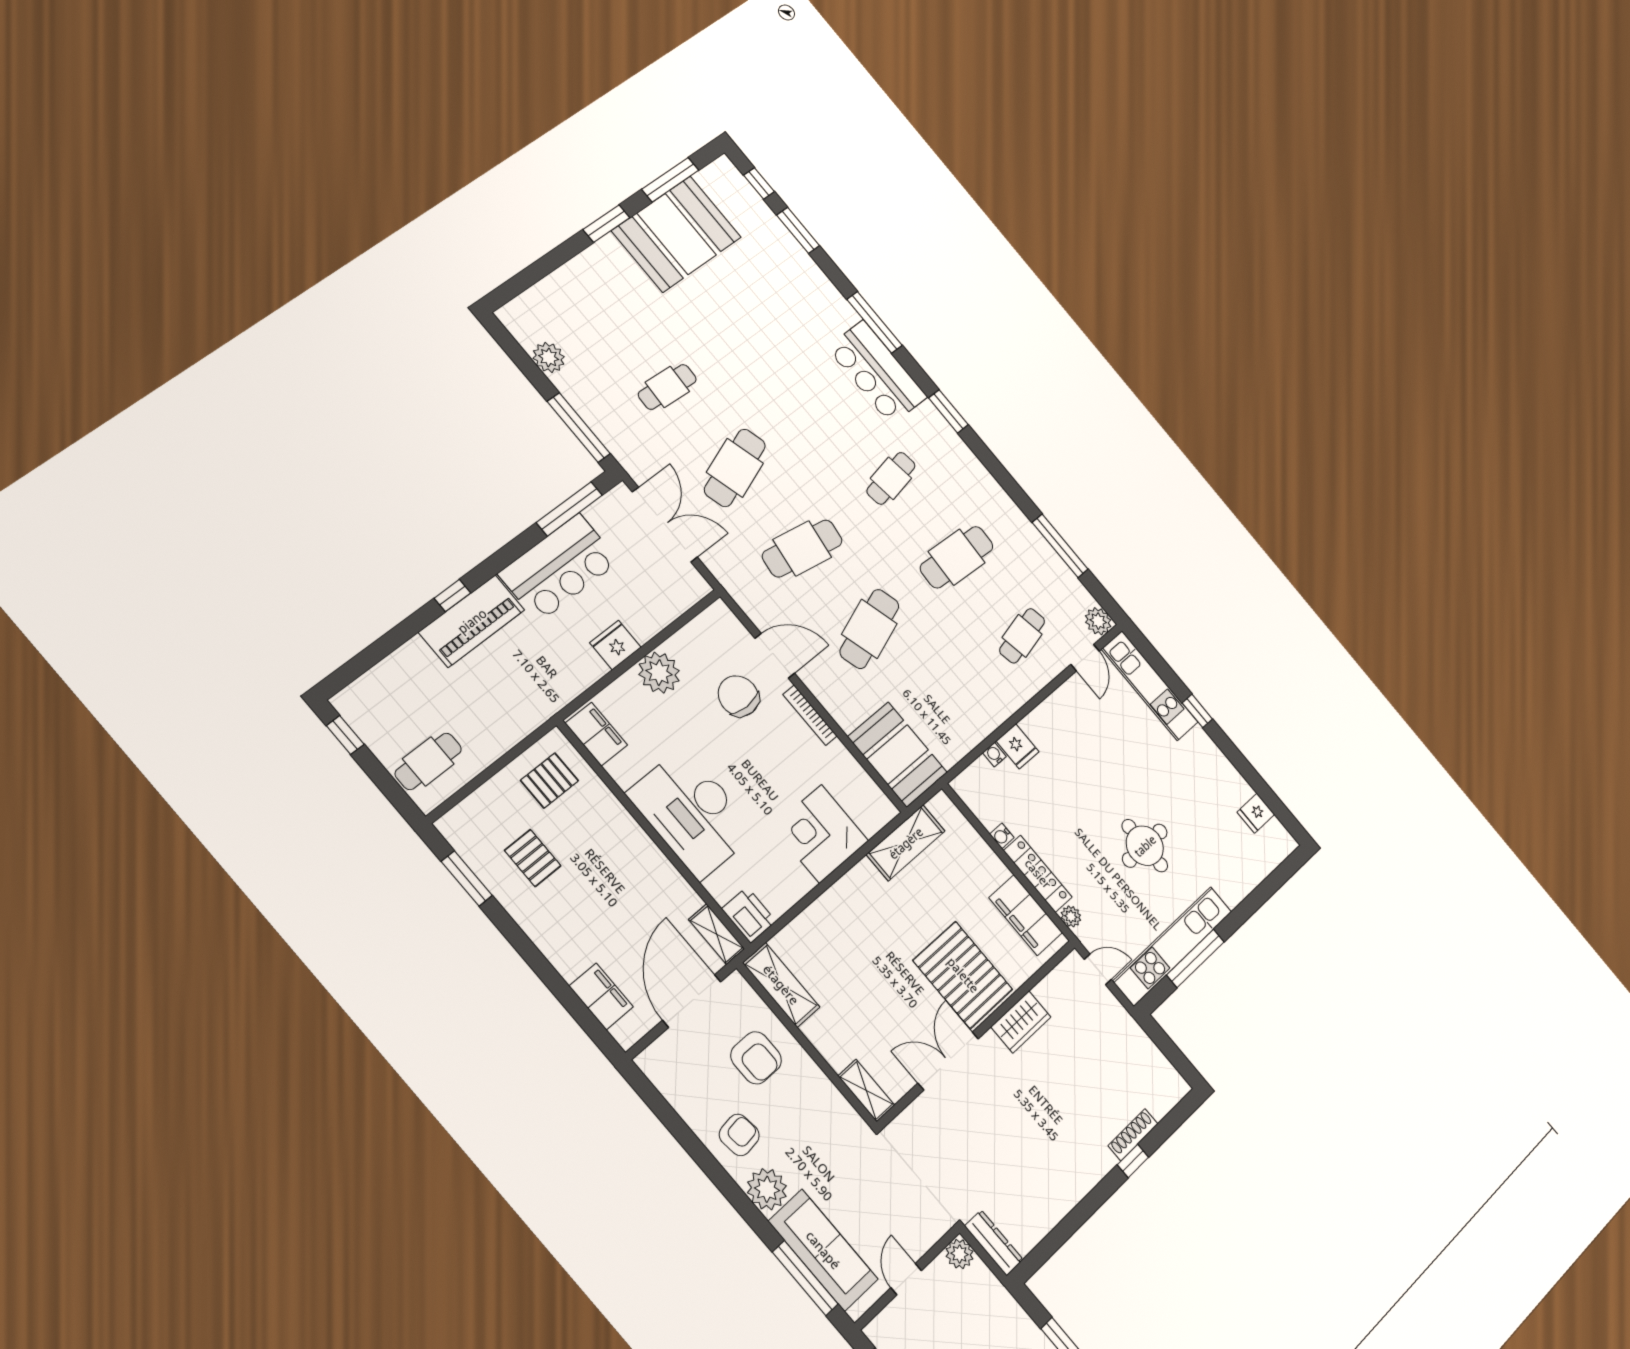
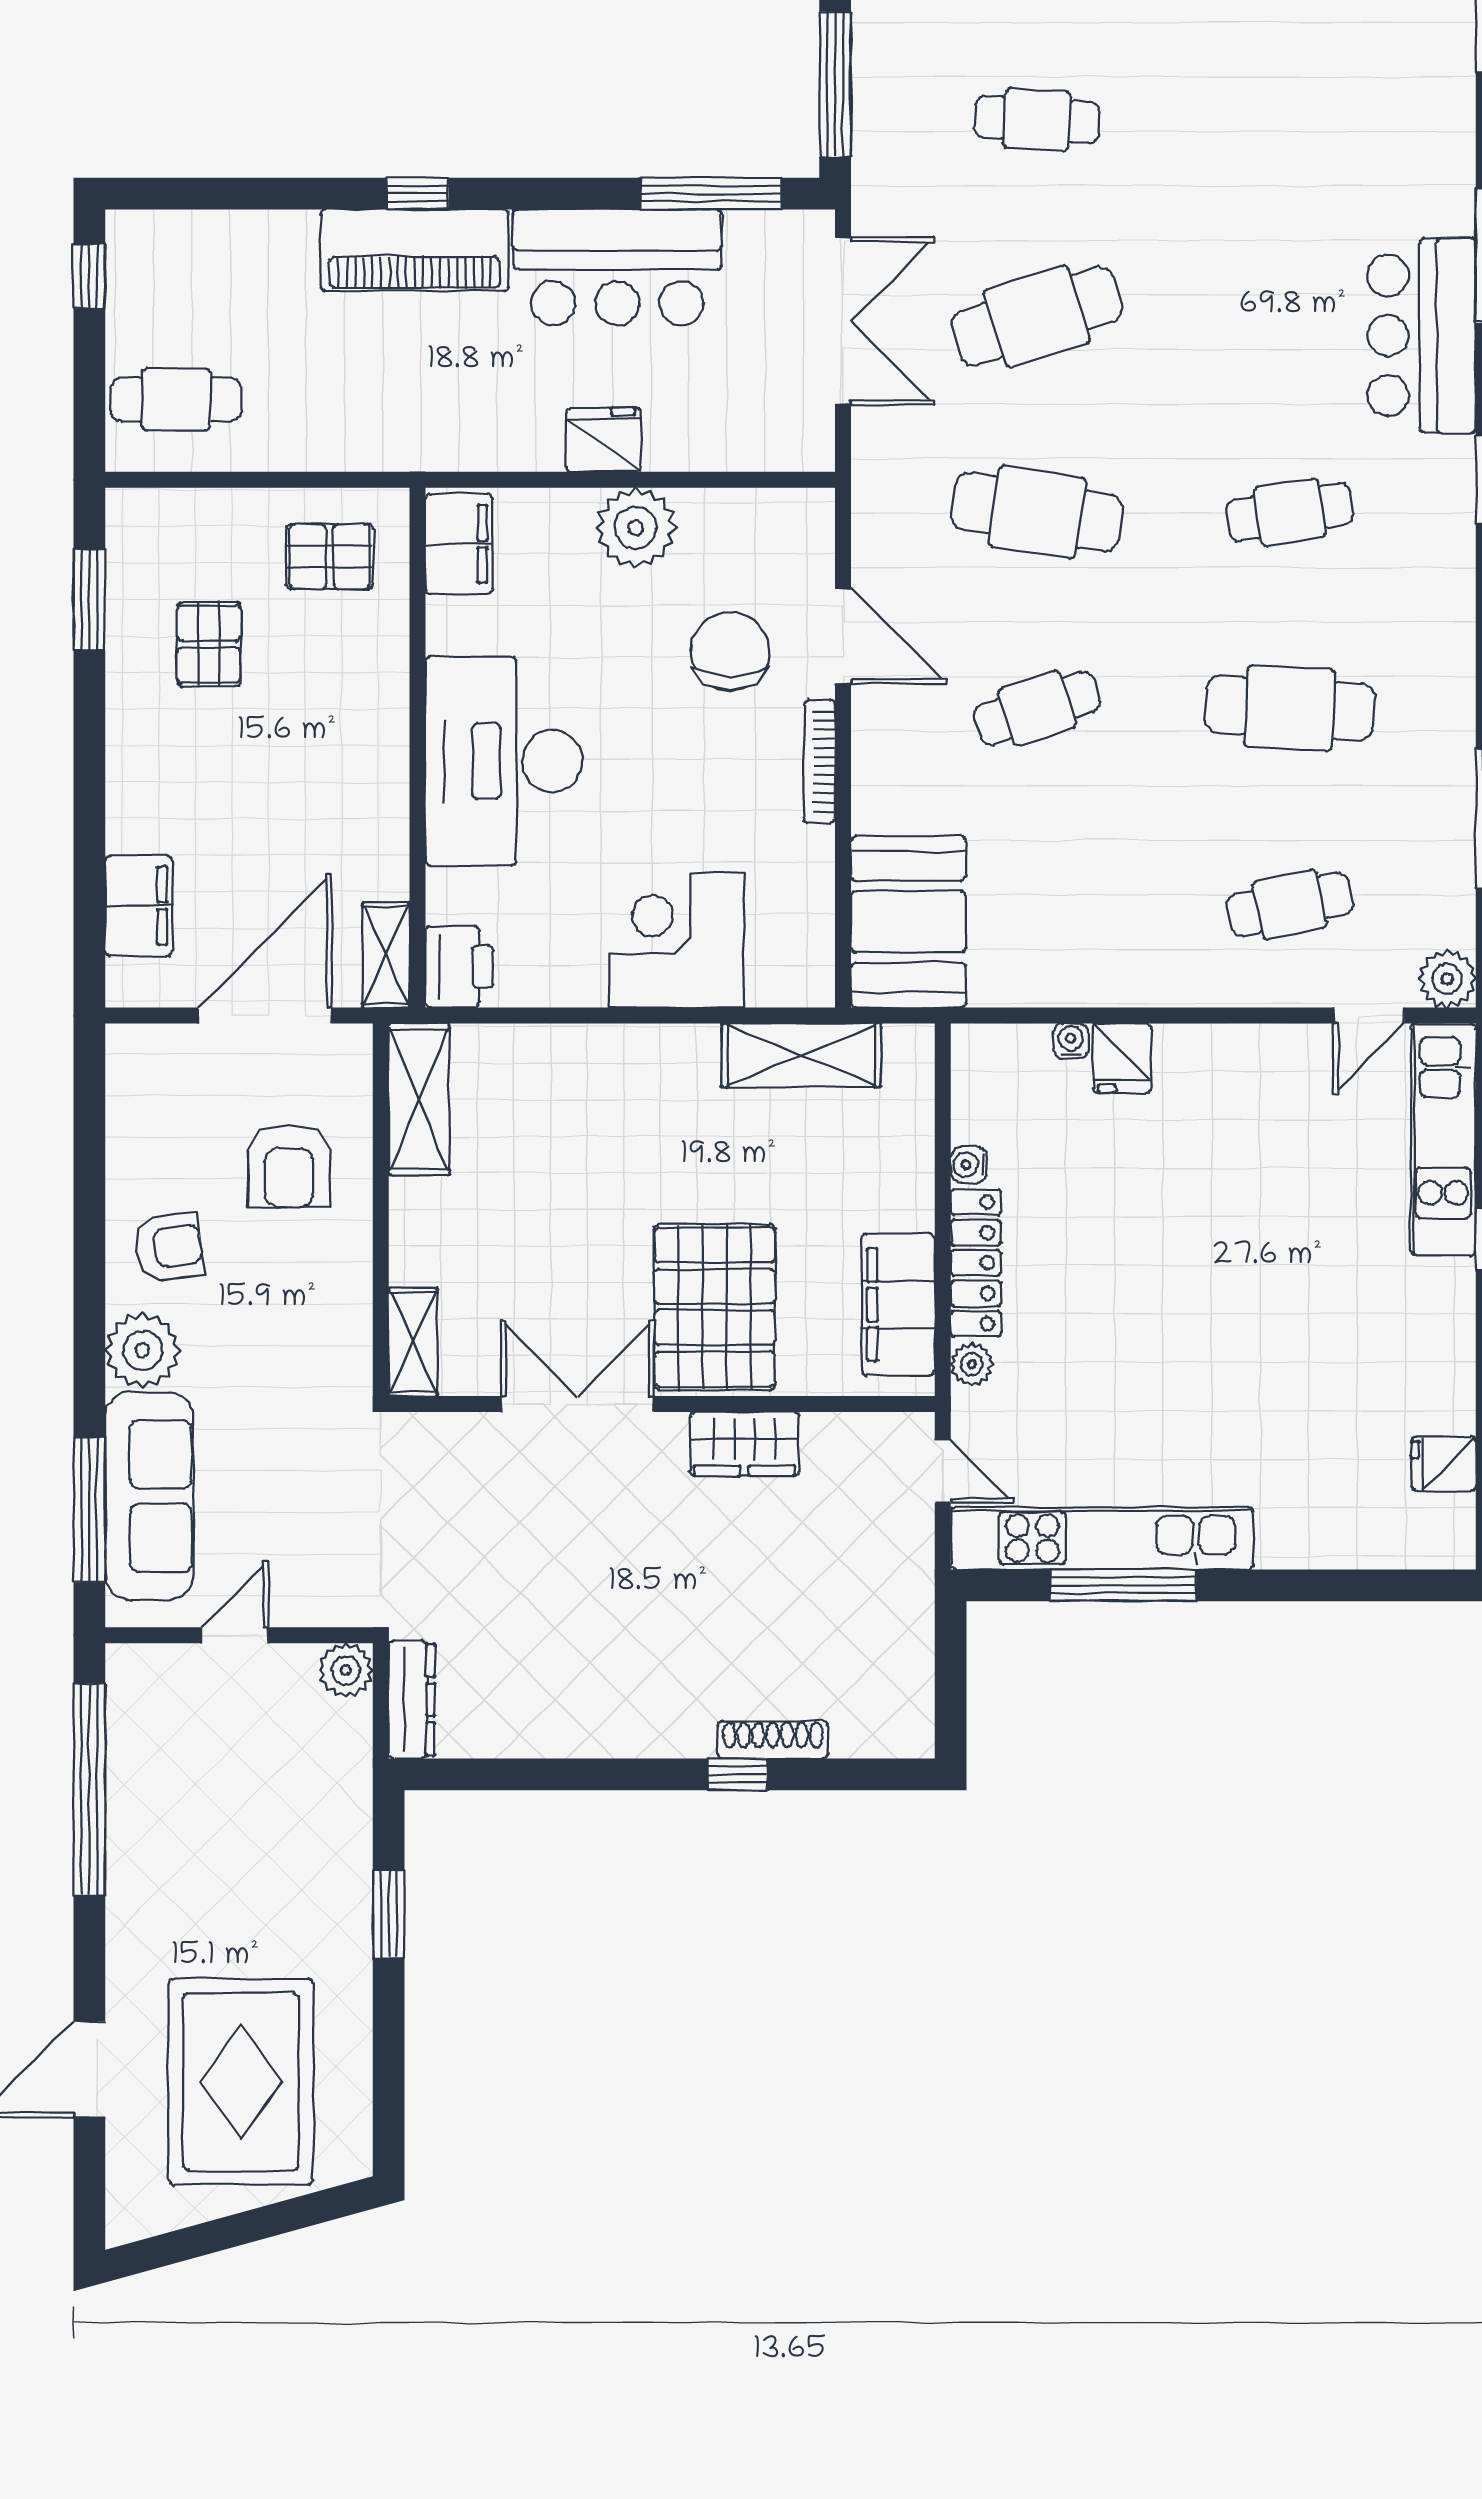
cafe table: (869, 629) -> (1037, 708), width x0.73, depth x0.74
round table: (1145, 846) -> (1198, 1362), removed

